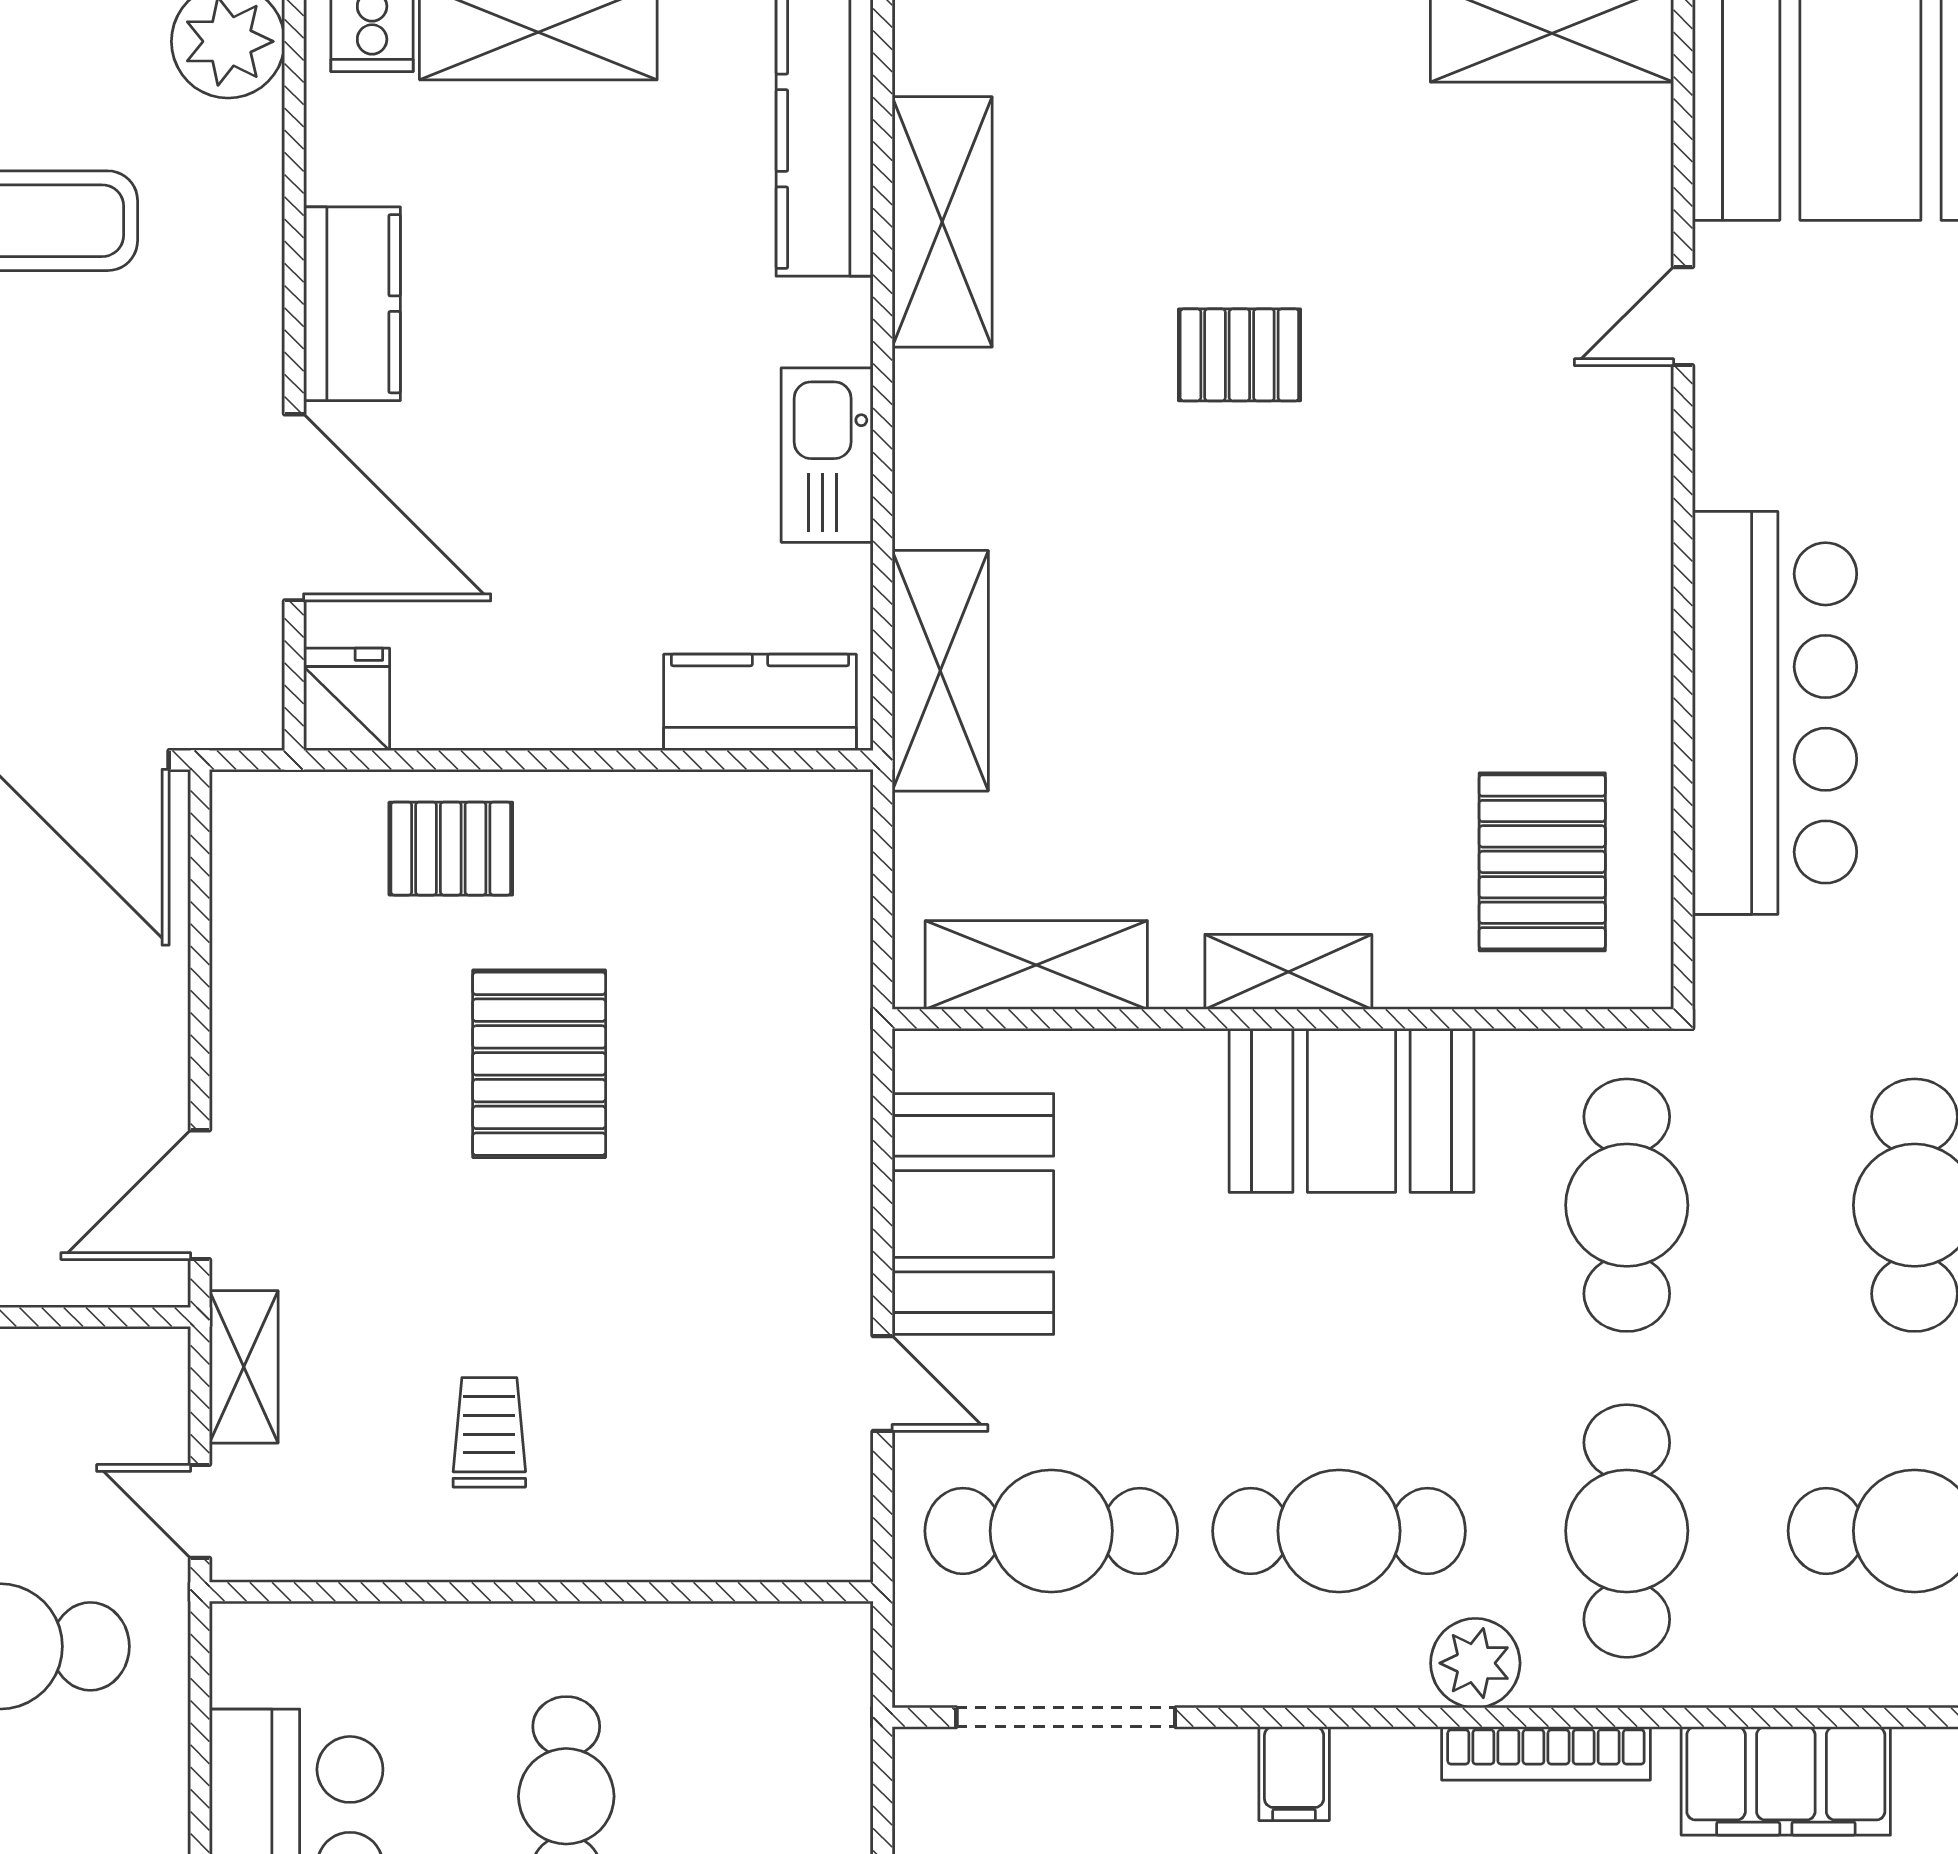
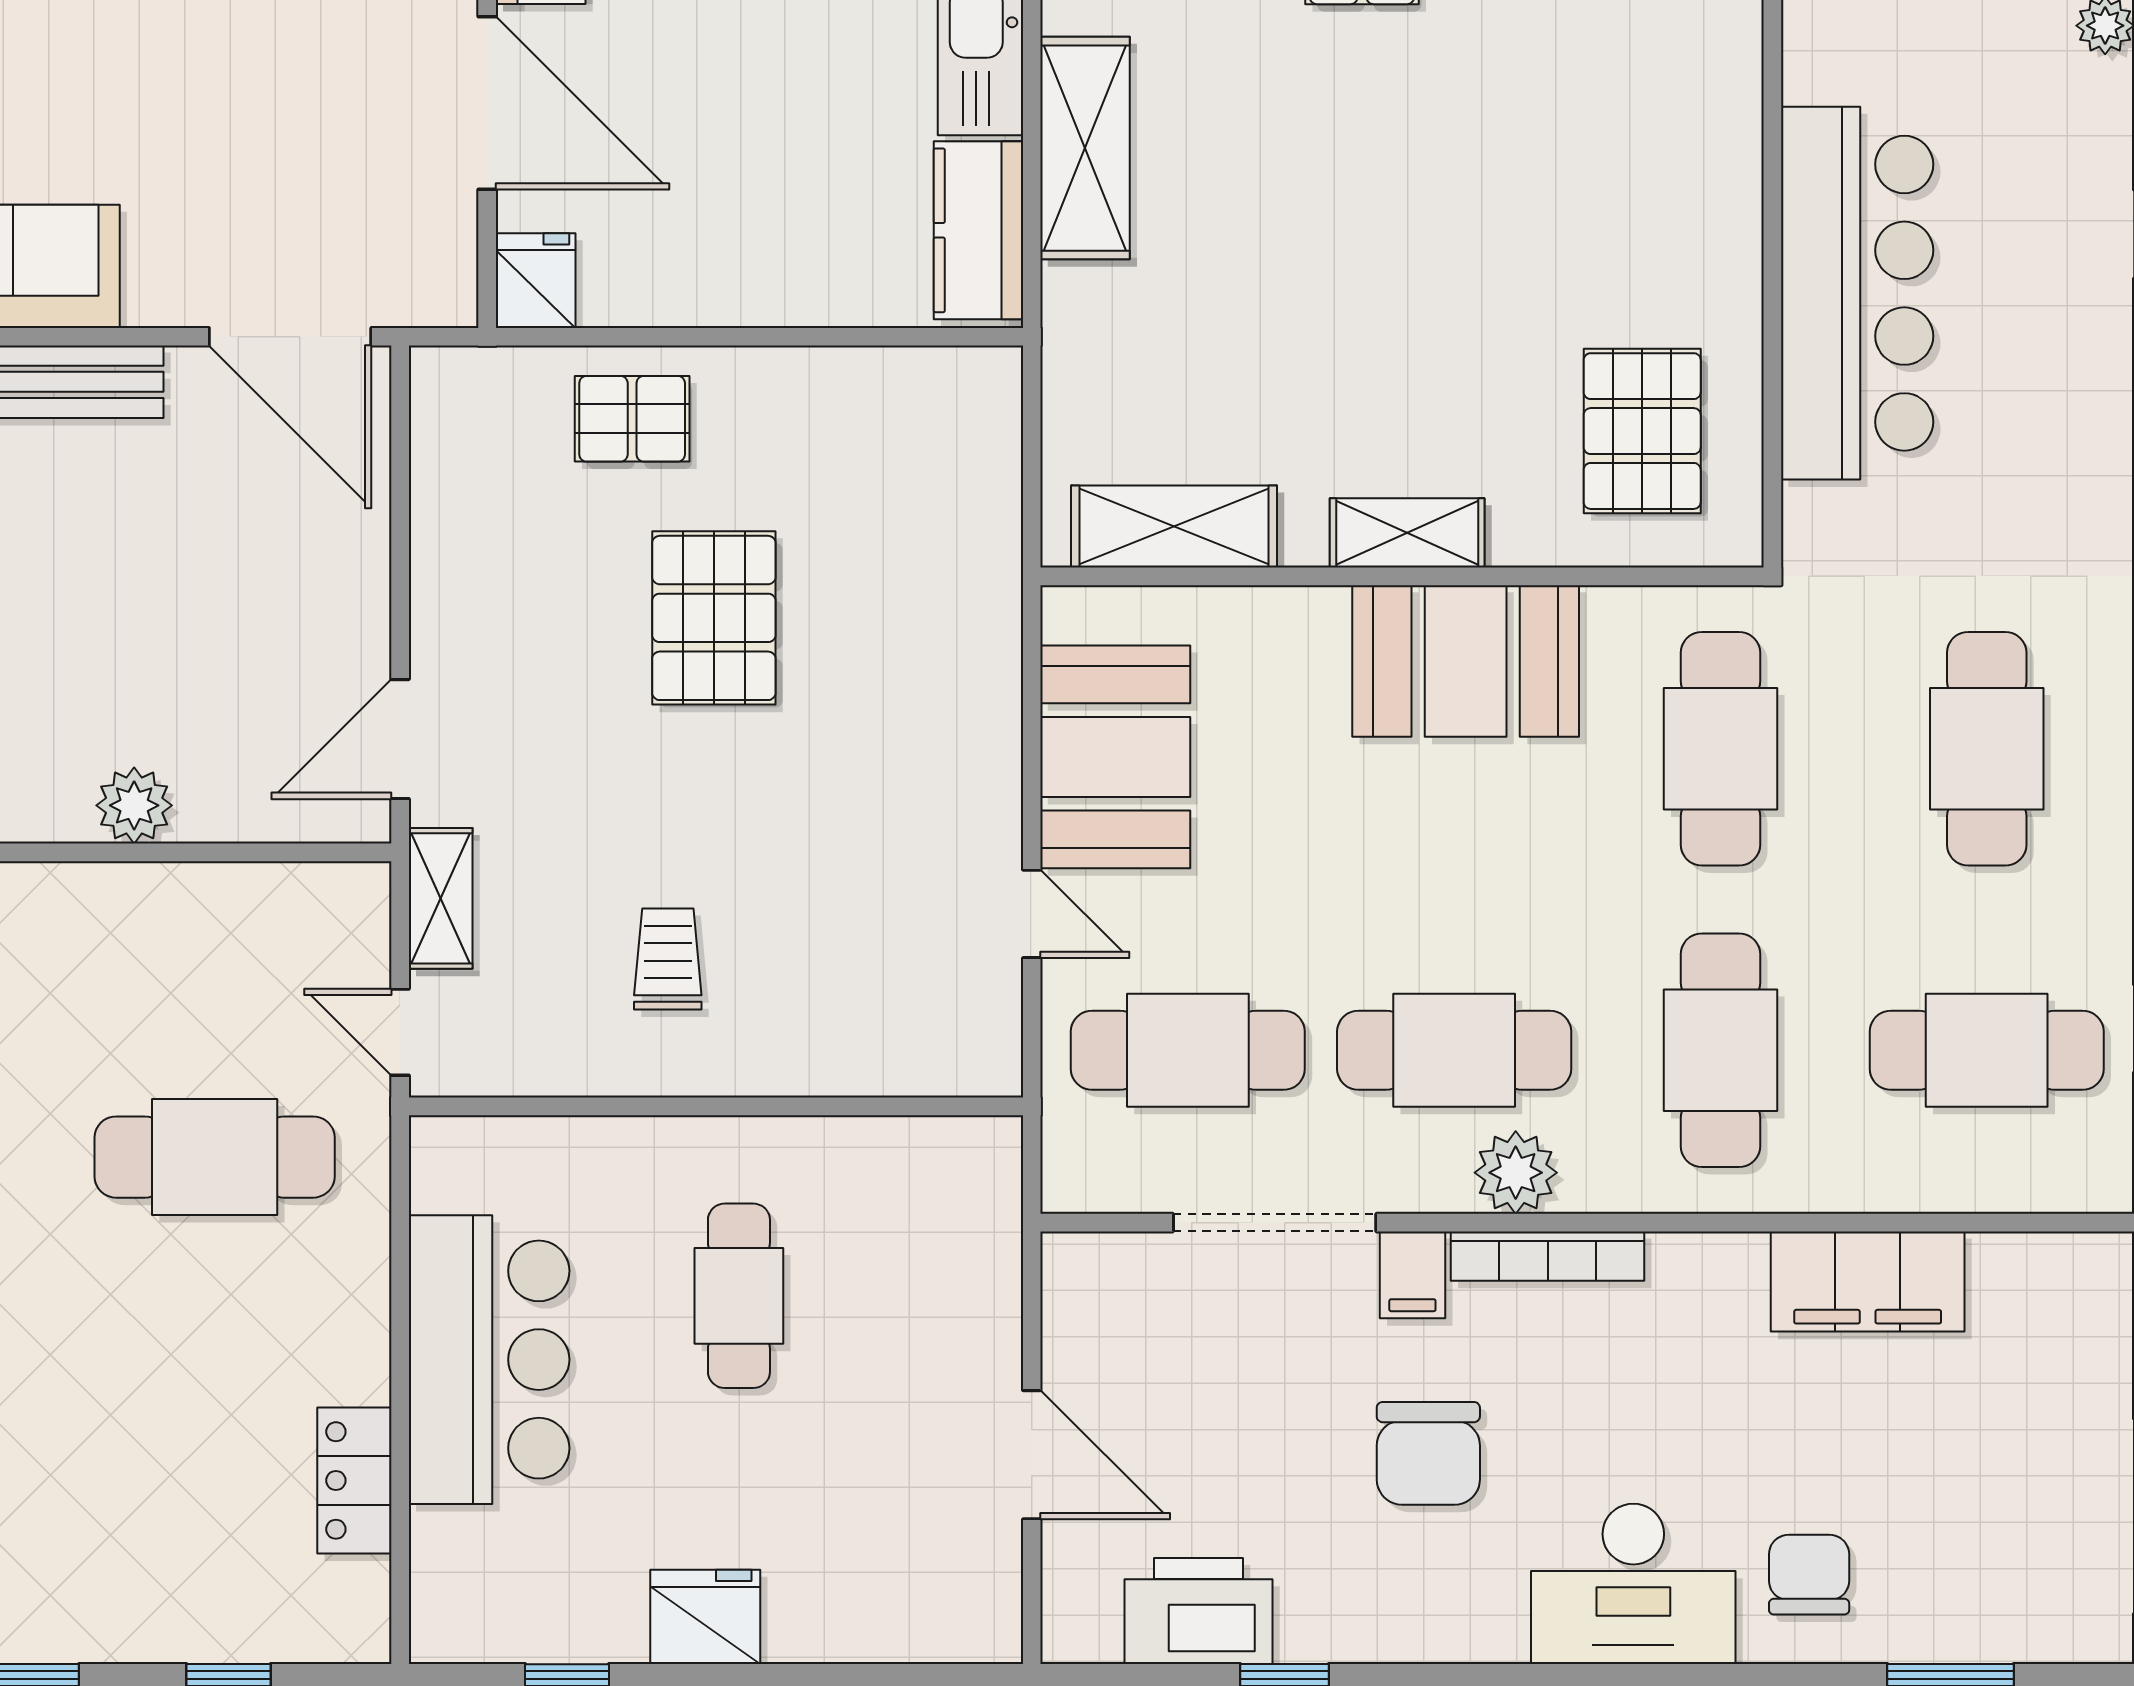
shelving: (940, 671) -> (1085, 148), moved
kitchen counter: (760, 702) -> (978, 230), moved, turned -90
plant: (1475, 1663) -> (1516, 1173), moved
doorway: (1066, 1717) -> (1275, 1223), moved
bookcase: (1546, 1753) -> (1548, 1256), moved

